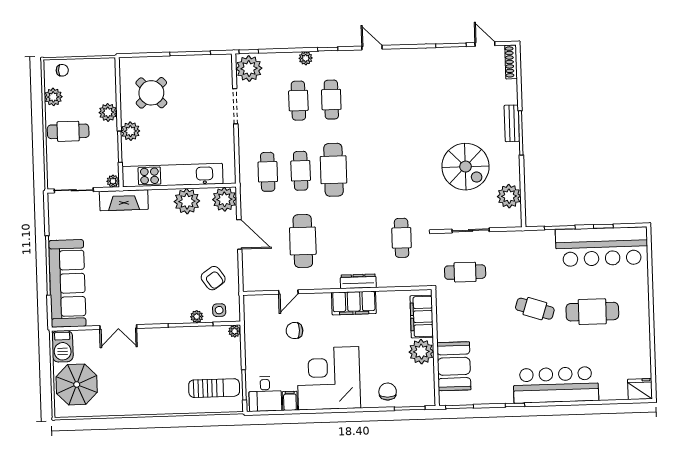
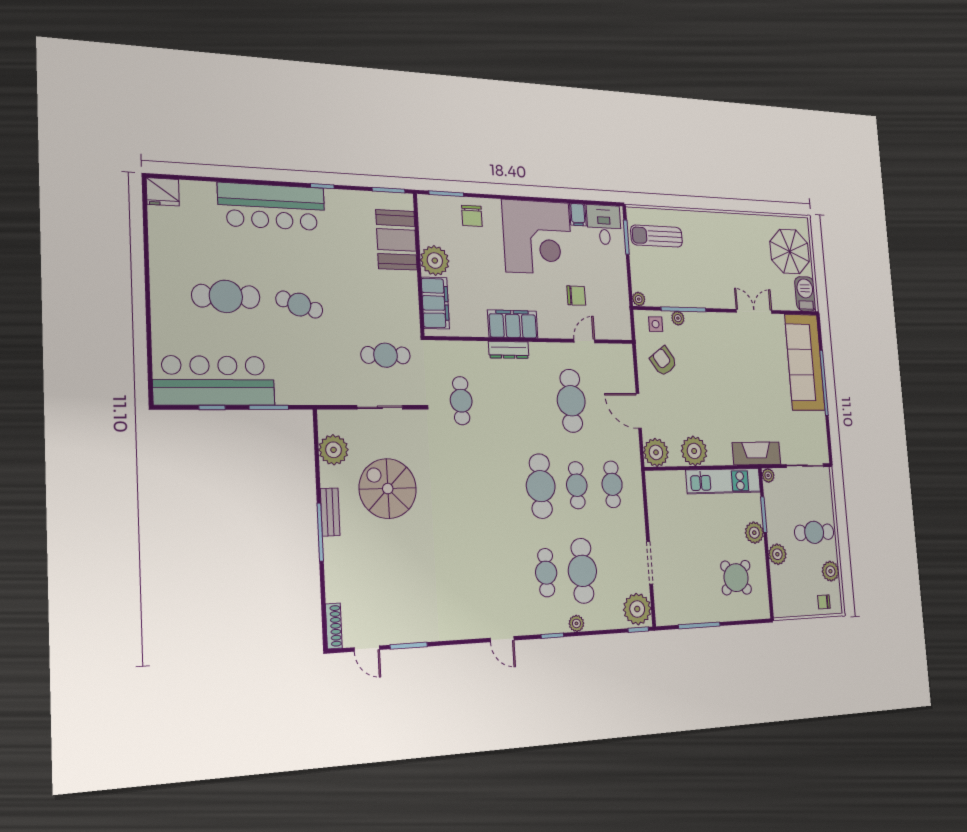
cafe table: (298, 101) -> (582, 571), width x1.37, depth x1.35
bench: (512, 123) -> (330, 512), moved
kitchen unit: (173, 175) -> (723, 481), width x0.73

